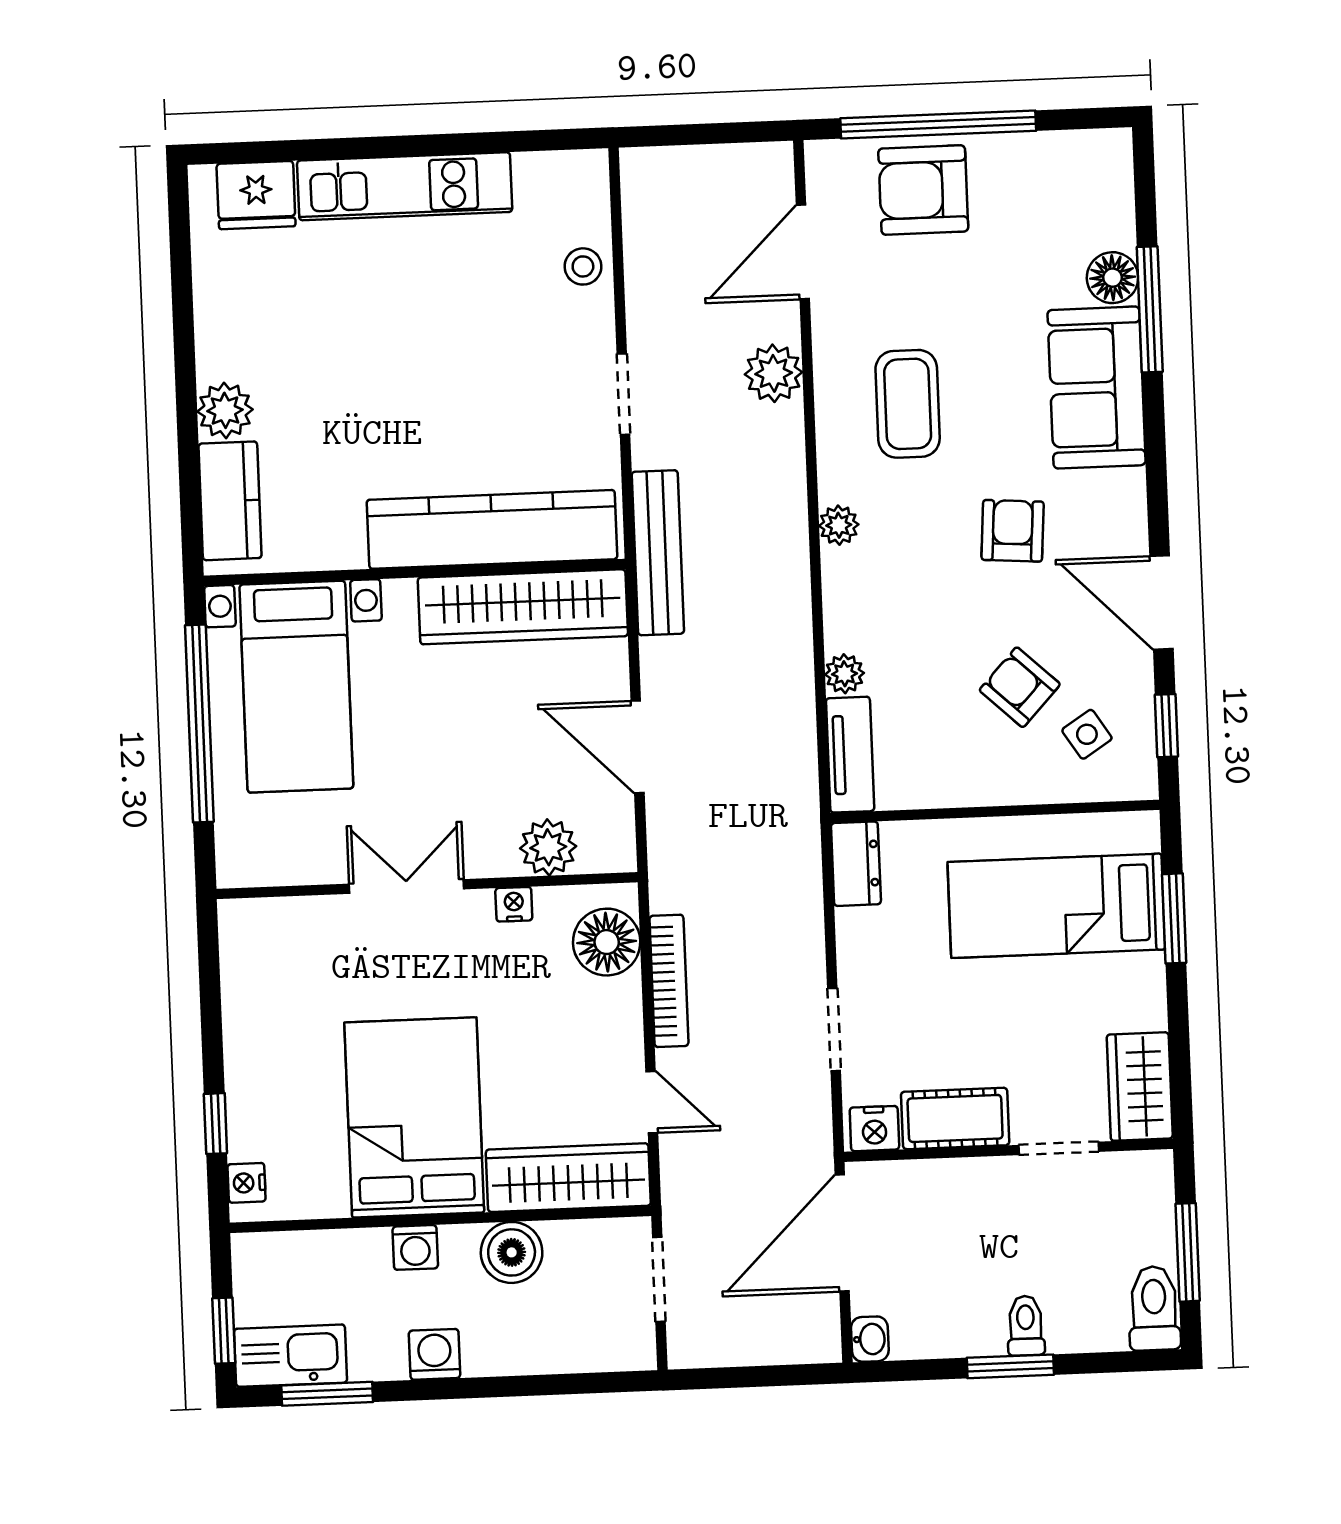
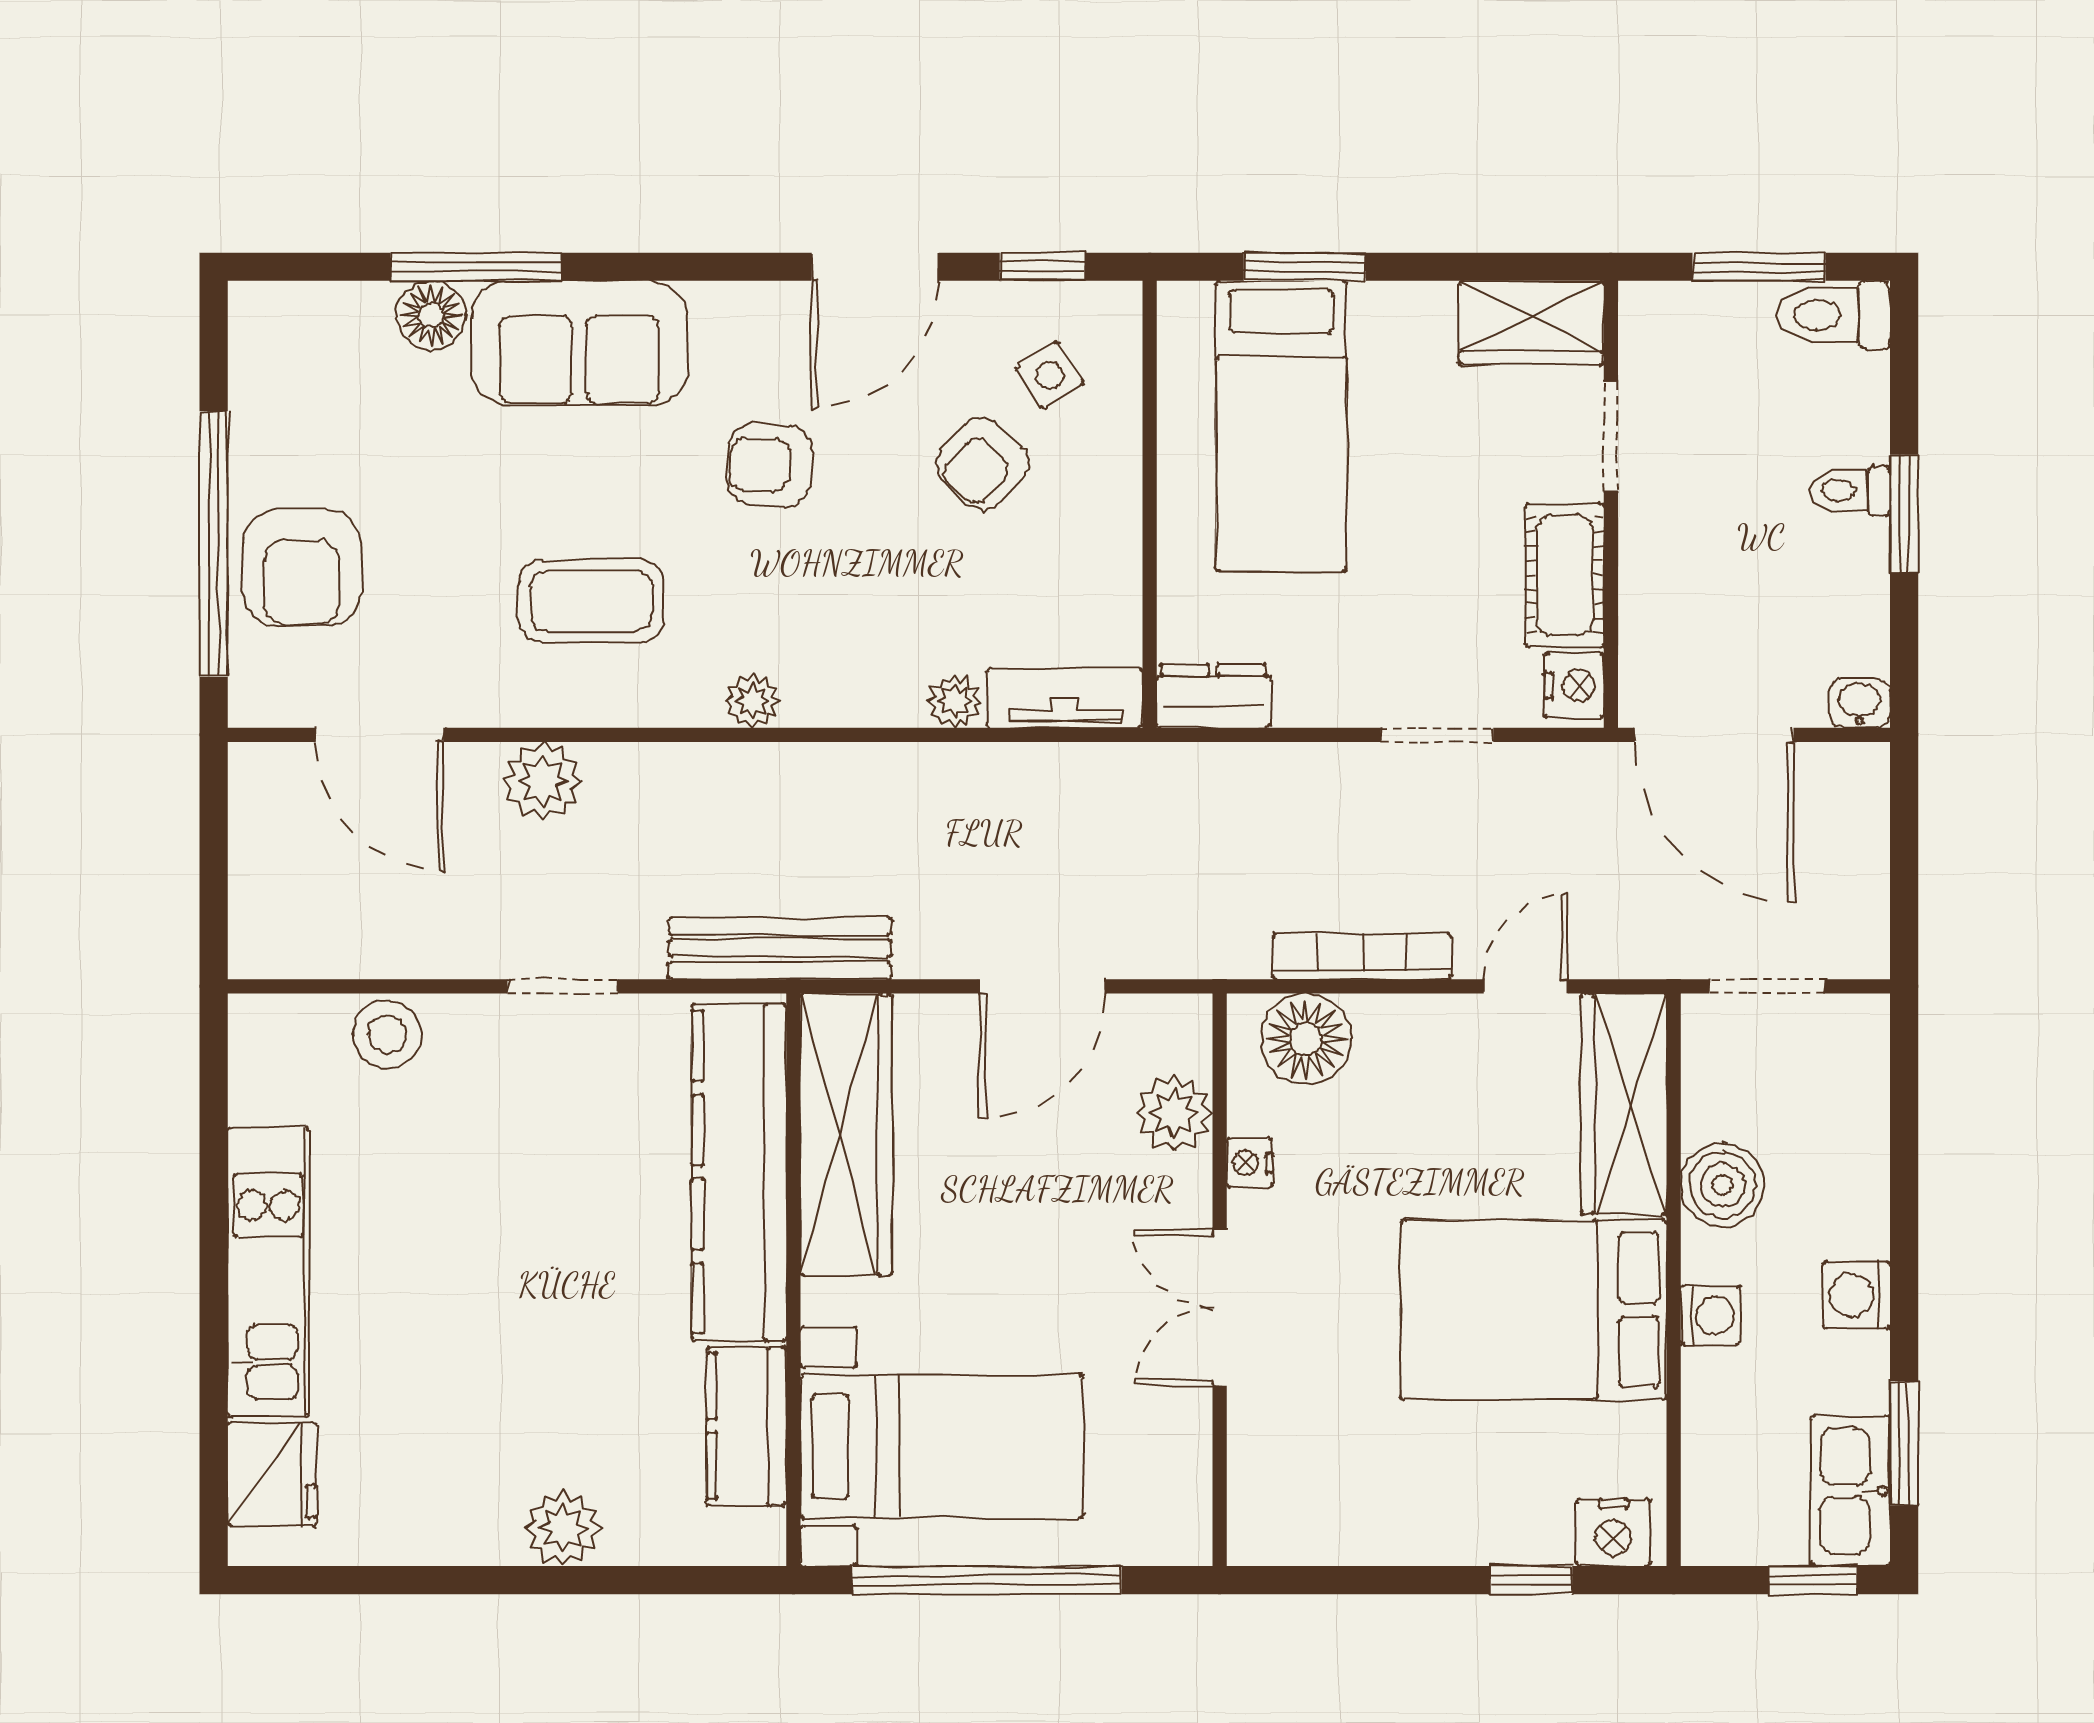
stool: (583, 266) -> (387, 1034), width x1.37, depth x1.37
kitchen counter: (230, 501) -> (747, 1426), moved, turned -90
nightstand: (247, 1183) -> (1613, 1532), width x1.39, depth x1.35

